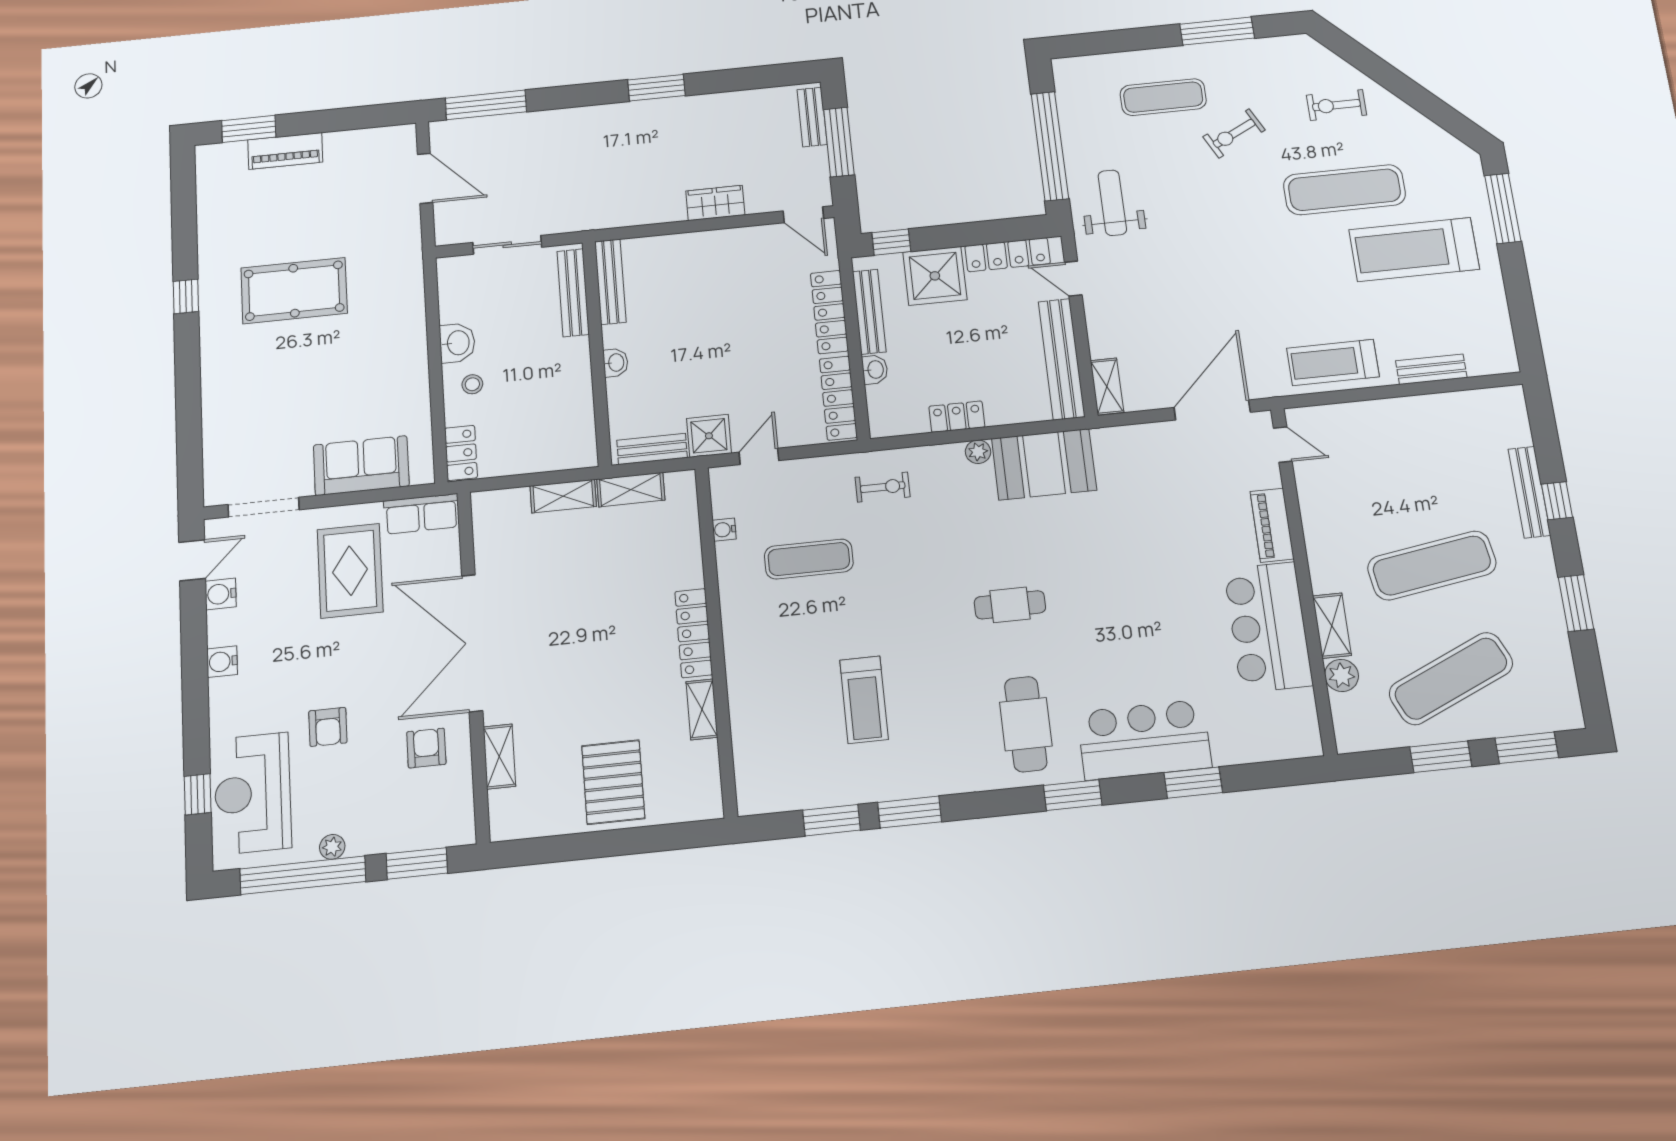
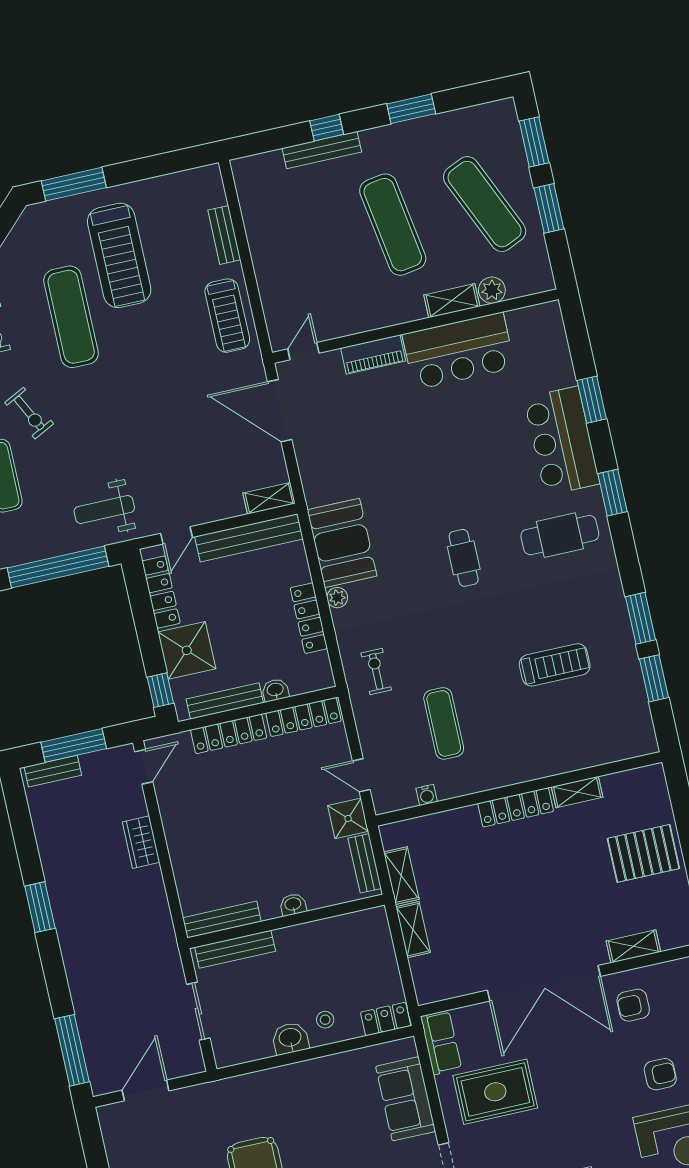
locker: (957, 417) -> (309, 618), width x1.53
armchair: (328, 727) -> (660, 1074), moved

